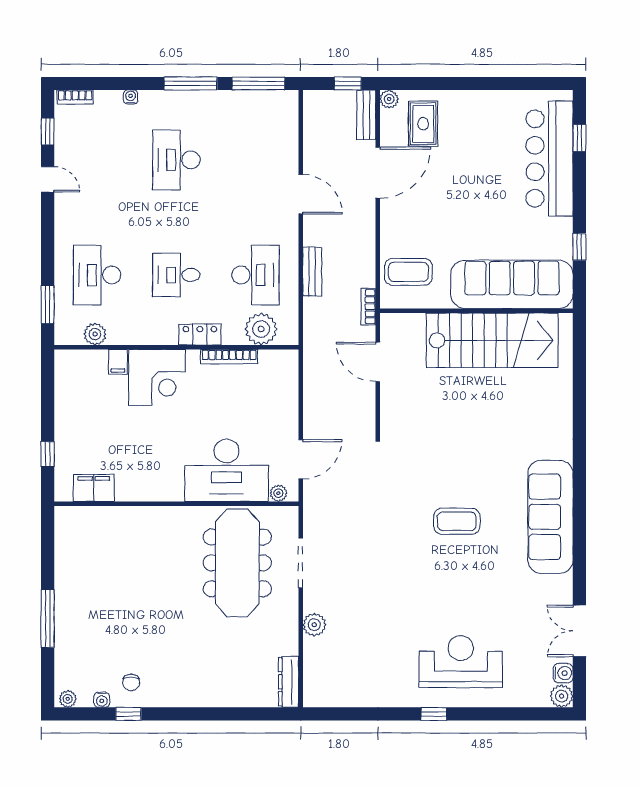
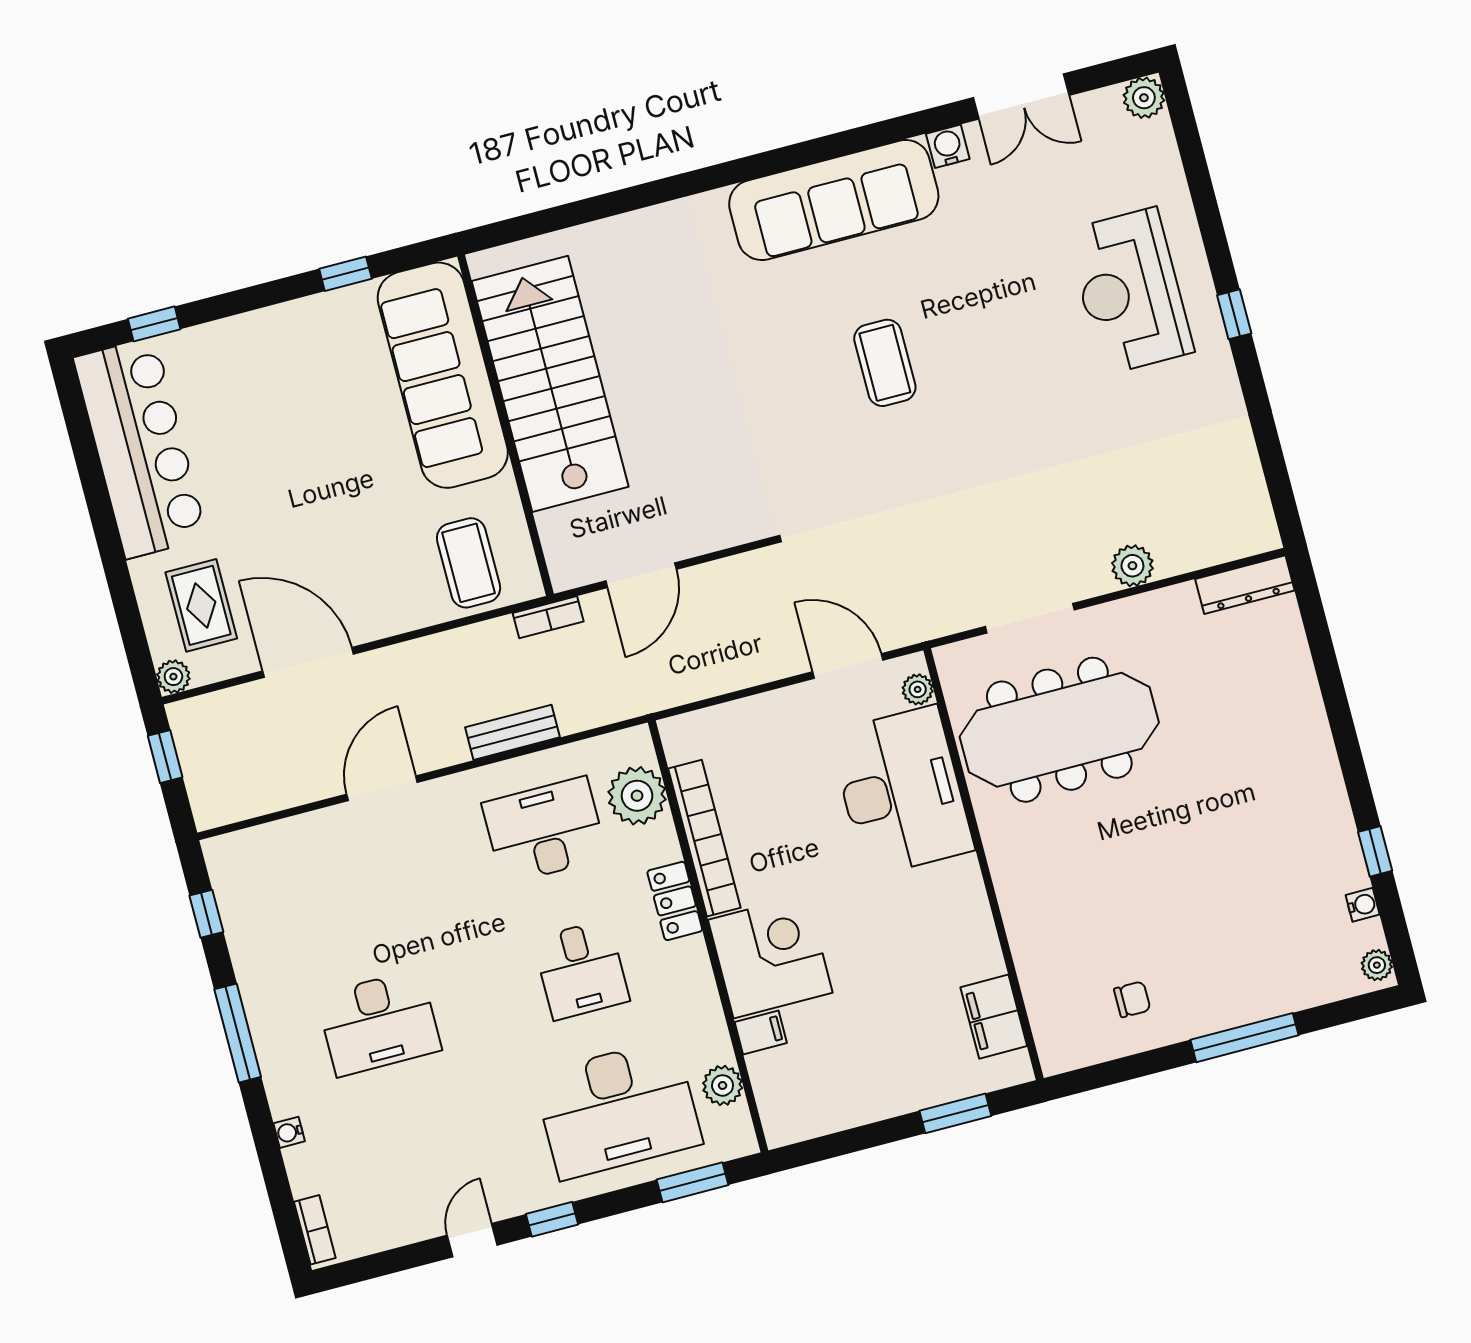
window: (258, 83) -> (206, 914), width x0.46
bench: (366, 115) -> (212, 709), removed
rug: (423, 124) -> (201, 605), turned 90
window: (48, 132) -> (552, 1219), moved
bar counter: (550, 159) -> (140, 448), moved, turned -90
desk: (97, 275) -> (618, 1109), width x1.36, depth x1.30
bookcase: (229, 357) -> (704, 838), width x1.48, depth x1.31
window: (48, 454) -> (955, 1113), width x1.50
water cooler: (563, 673) -> (948, 146), moved
chair: (131, 682) -> (1132, 999), moved

